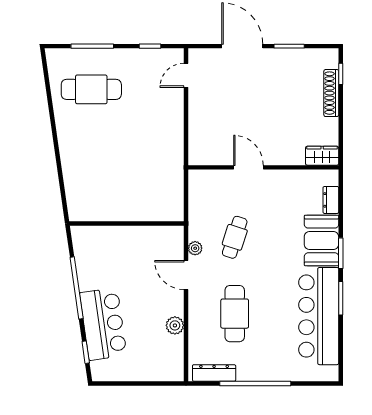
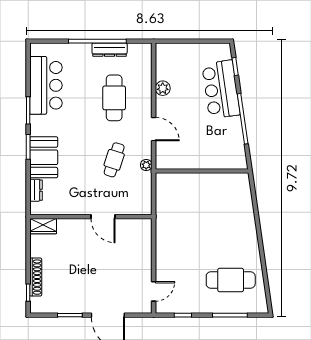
plant: (195, 248) -> (146, 165), moved
bar counter: (319, 316) -> (46, 85), width x0.73
dresser: (214, 373) -> (110, 50), moved

